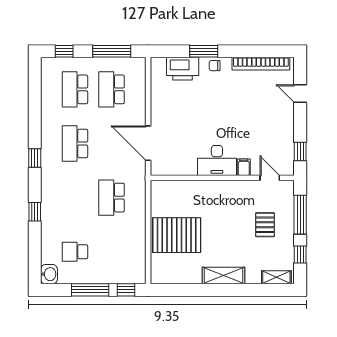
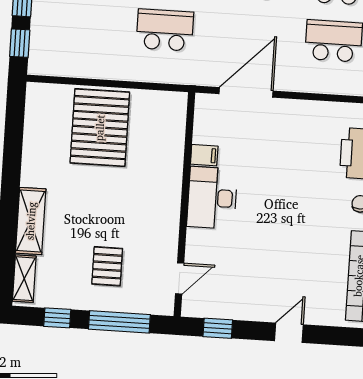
door: (300, 94) -> (289, 333), moved
filing cabinet: (244, 167) -> (204, 155), moved
pallet: (265, 225) -> (107, 266), turned 90
shelving: (223, 276) -> (31, 221), moved

